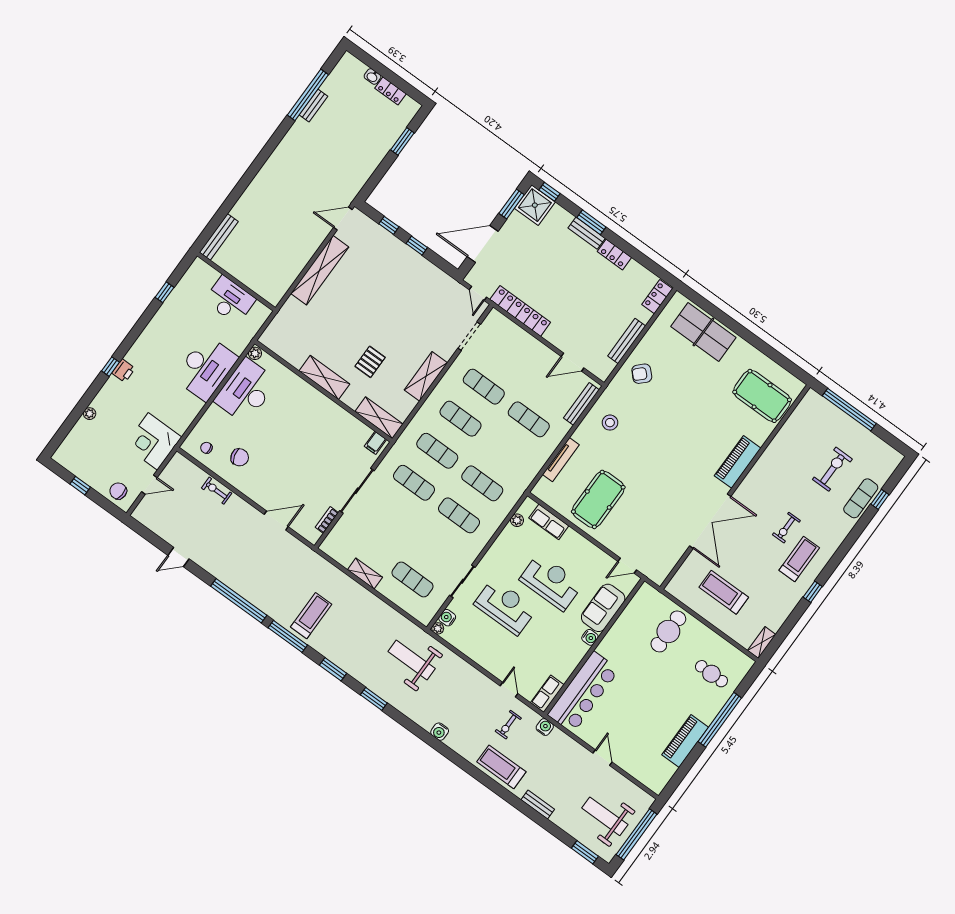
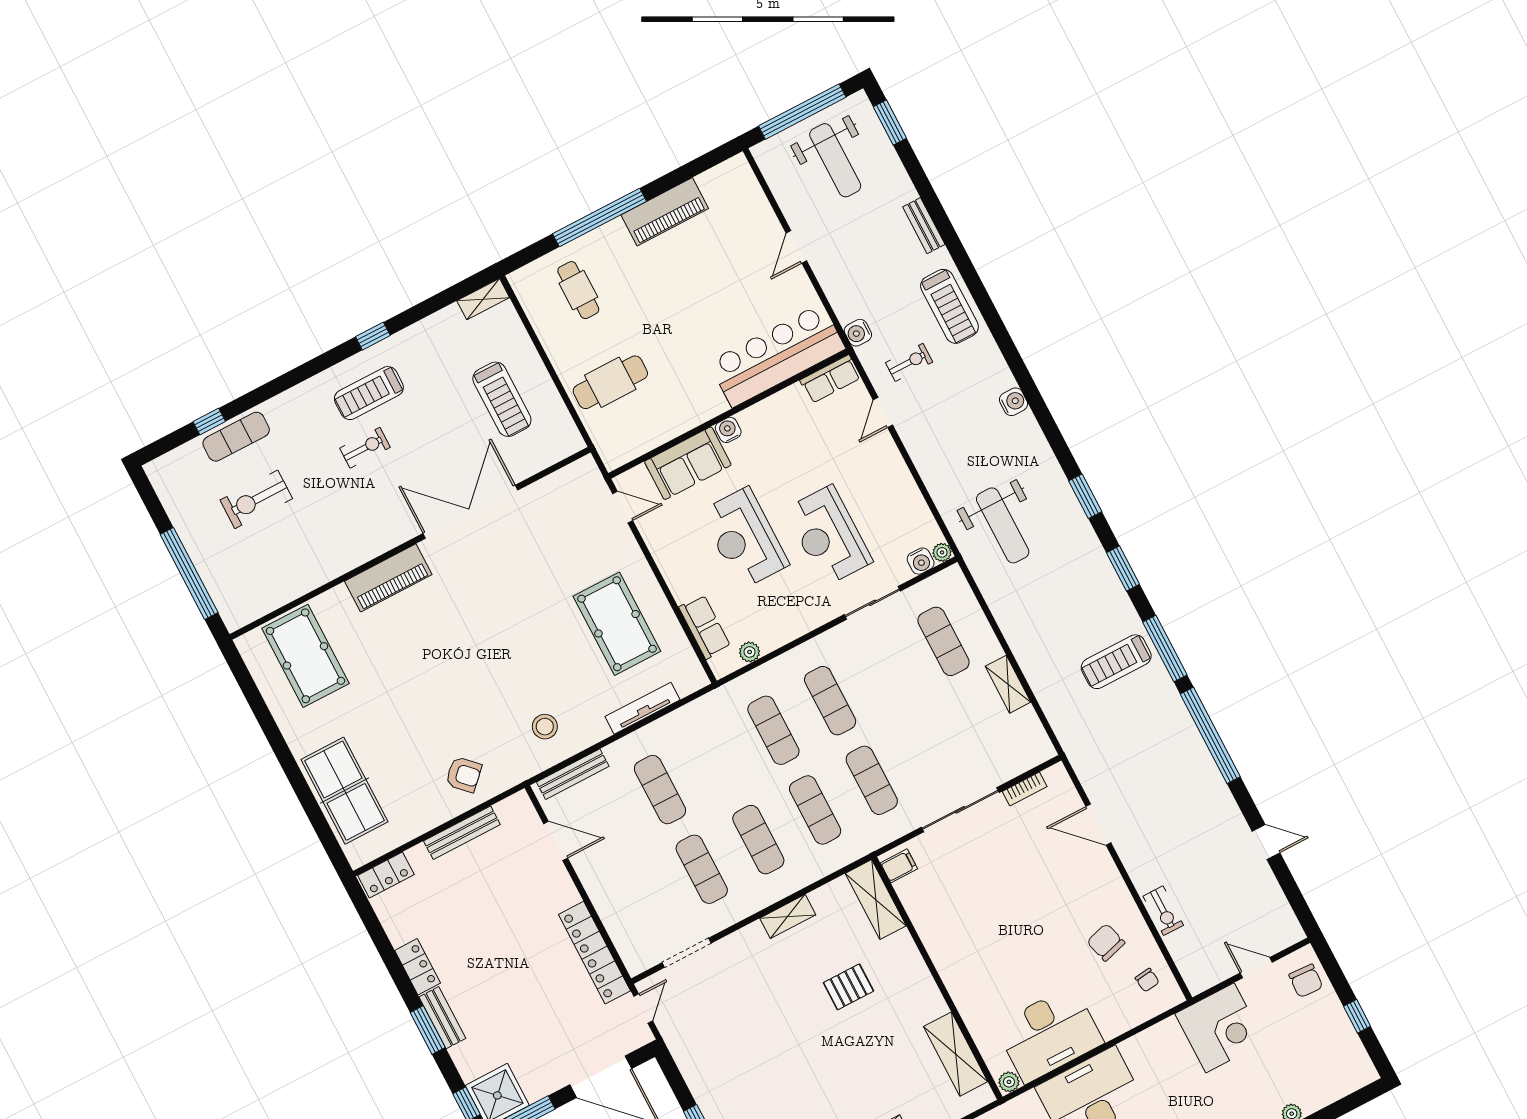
shelving: (426, 376) -> (788, 916), width x0.67, depth x0.75
shelving: (324, 377) -> (956, 1054), moved
pool table: (598, 499) -> (617, 624), turned 90

